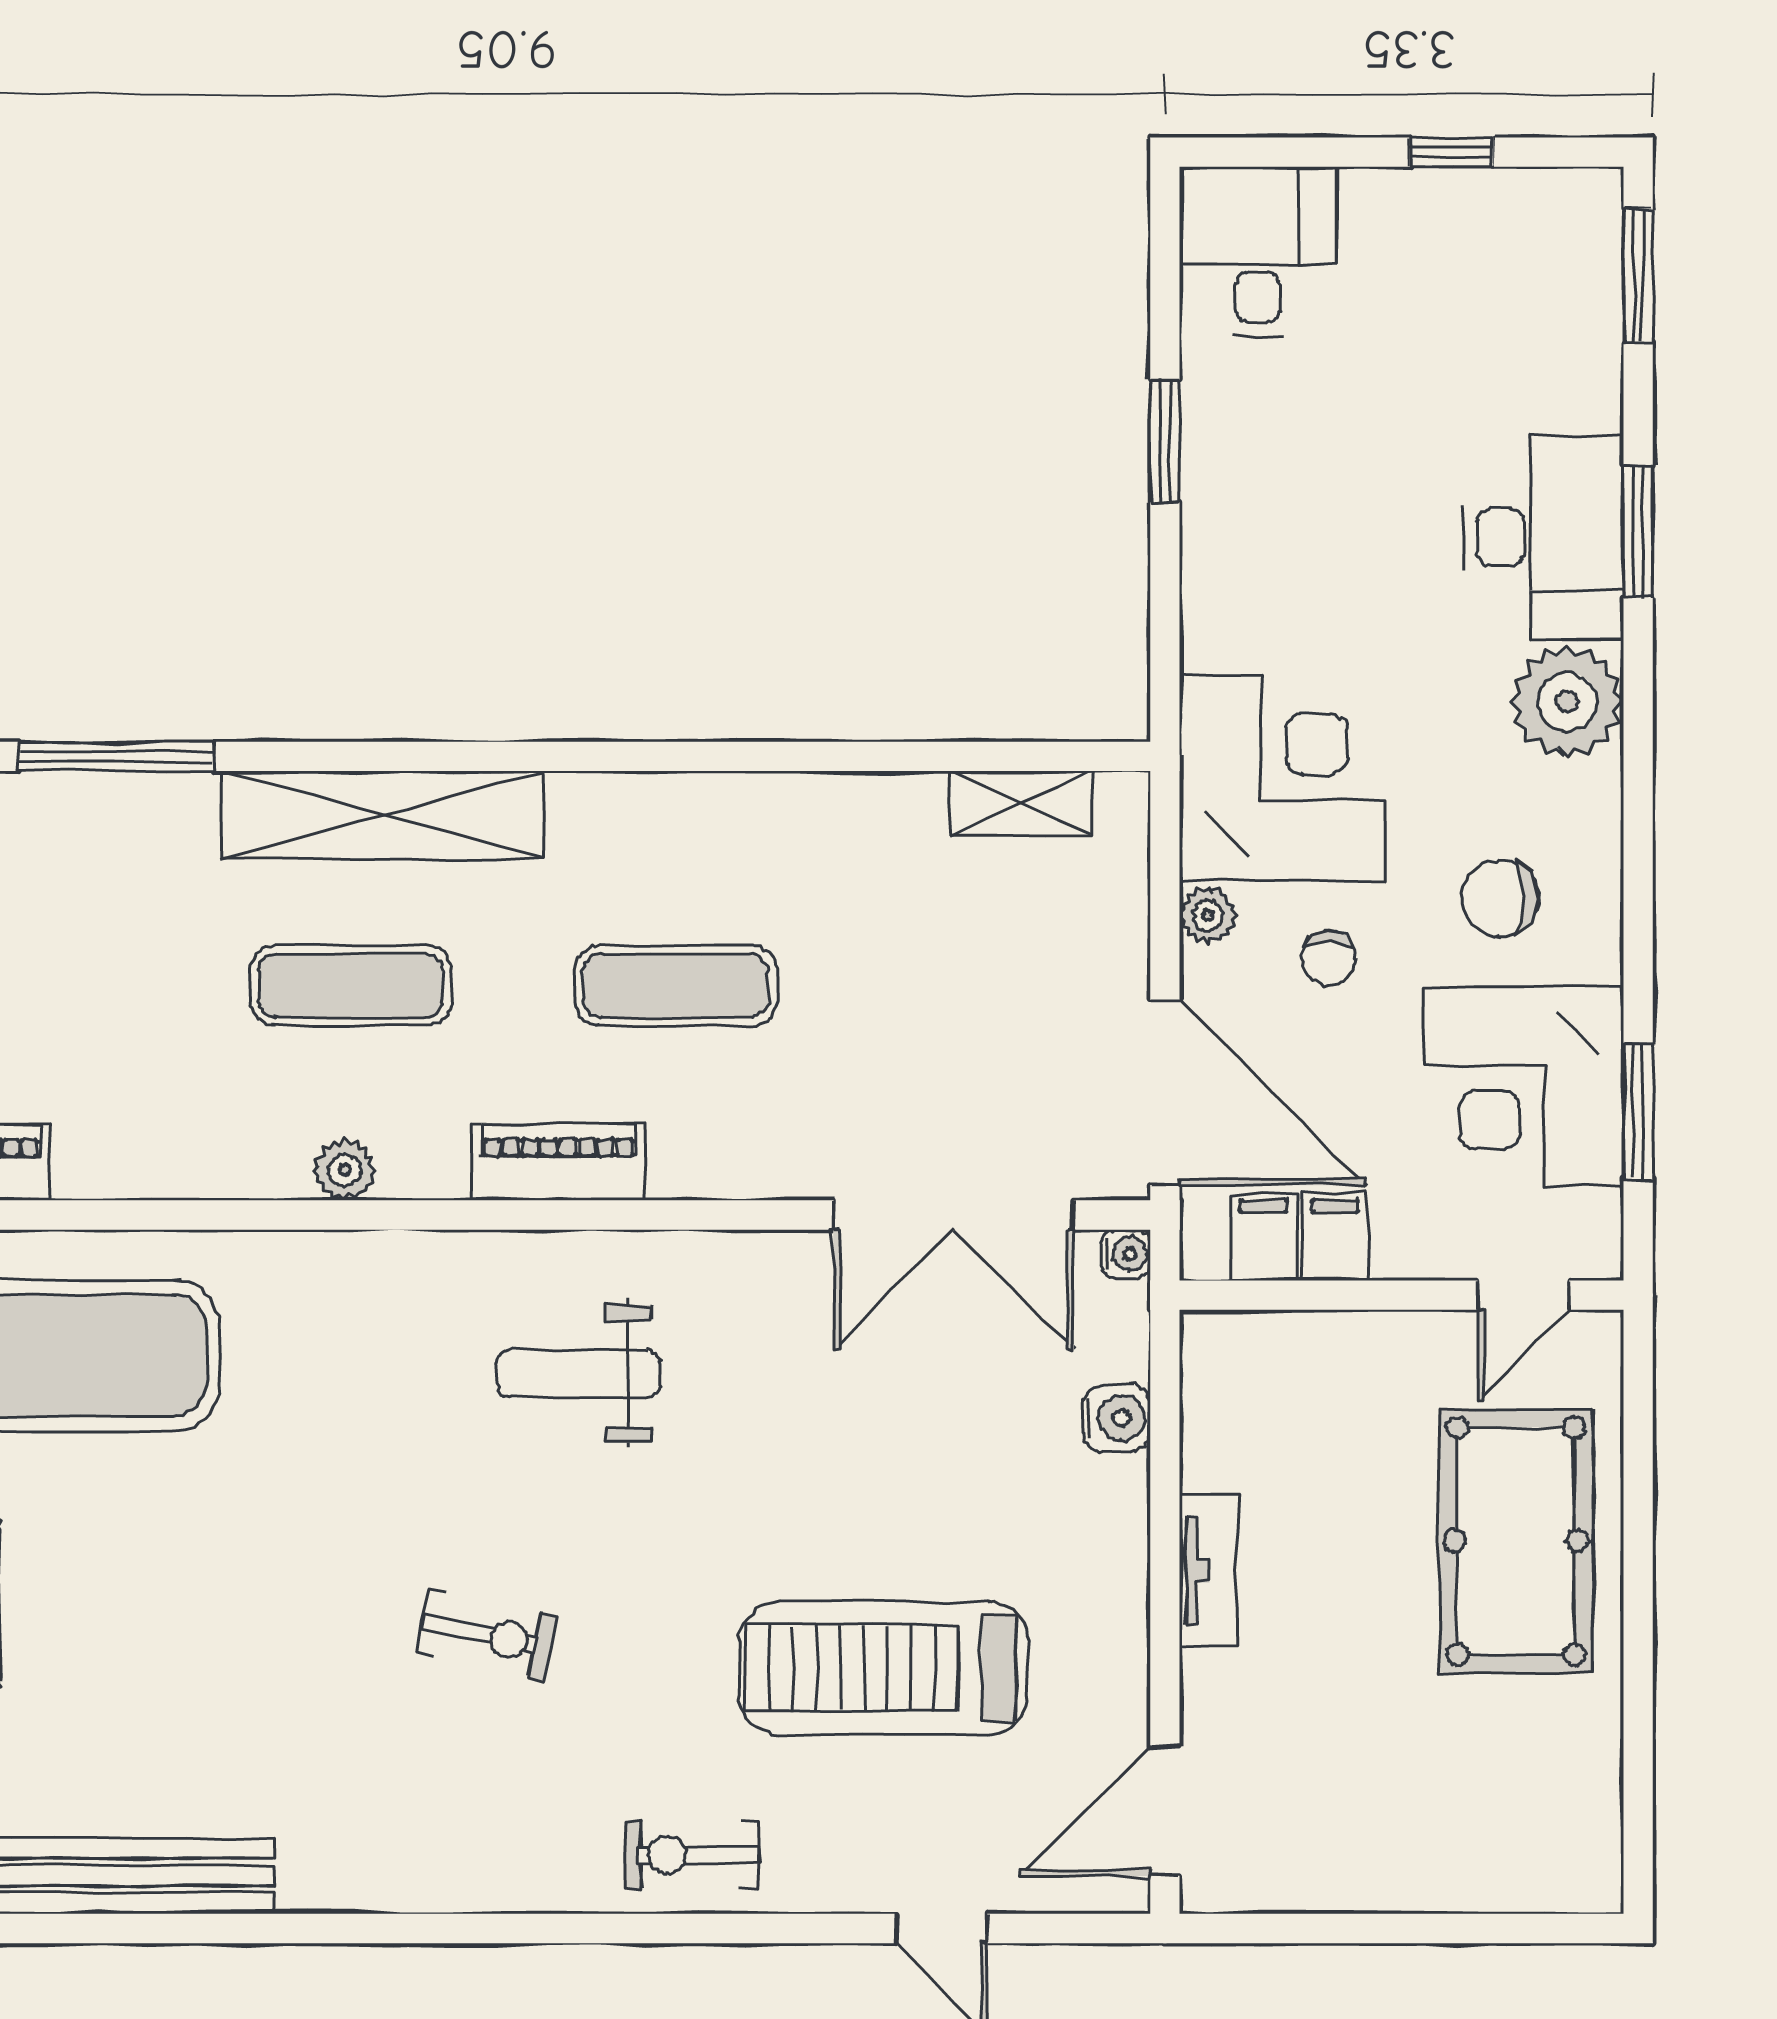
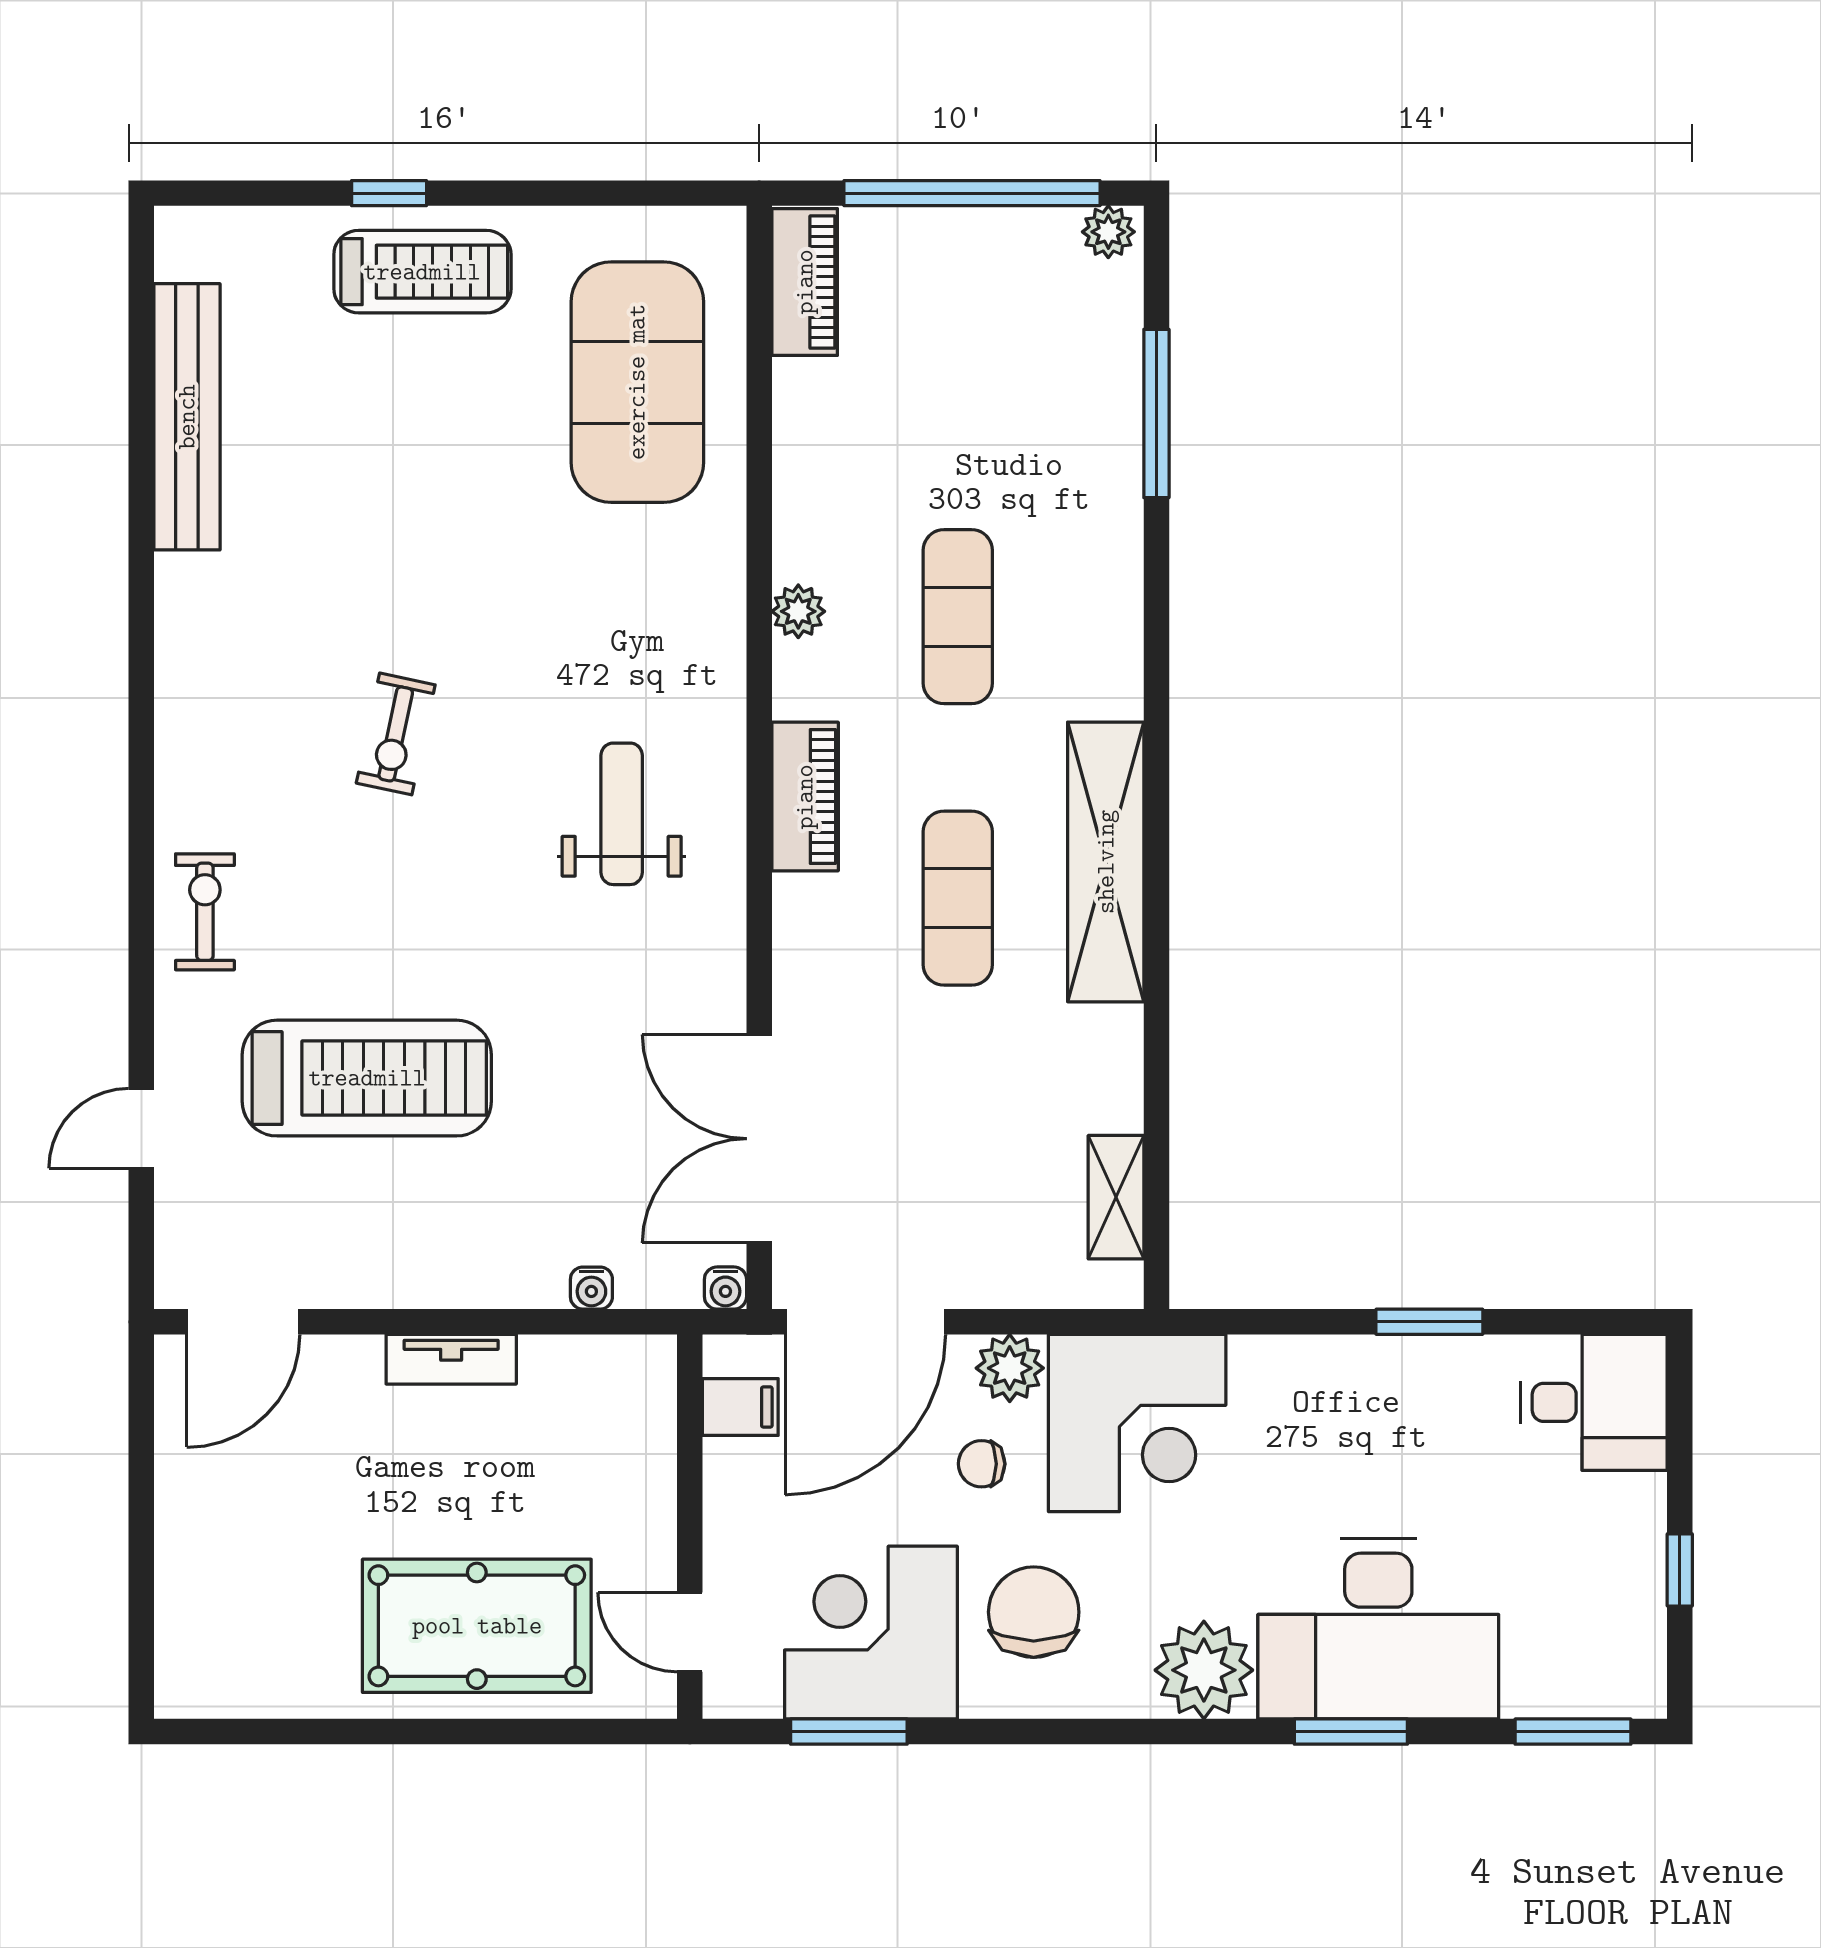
desk: (1544, 537) -> (1378, 1629), width x1.36, depth x1.30
shelving: (382, 815) -> (1106, 862), moved
chair: (1500, 898) -> (1034, 1612), width x1.37, depth x1.37
plant: (1208, 915) -> (1010, 1368), width x1.38, depth x1.38
filing cabinet: (1335, 1237) -> (740, 1469), removed
water cooler: (1117, 1418) -> (591, 1288), width x0.72, depth x0.72
treadmill: (884, 1668) -> (367, 1078), turned 90
door: (1165, 1811) -> (243, 1322), swing flipped

